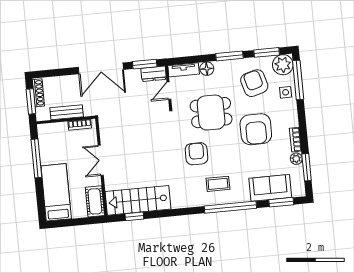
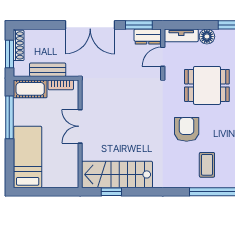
coffee table: (218, 184) -> (207, 165), turned 90
cot: (95, 201) -> (30, 89), moved, turned 90

